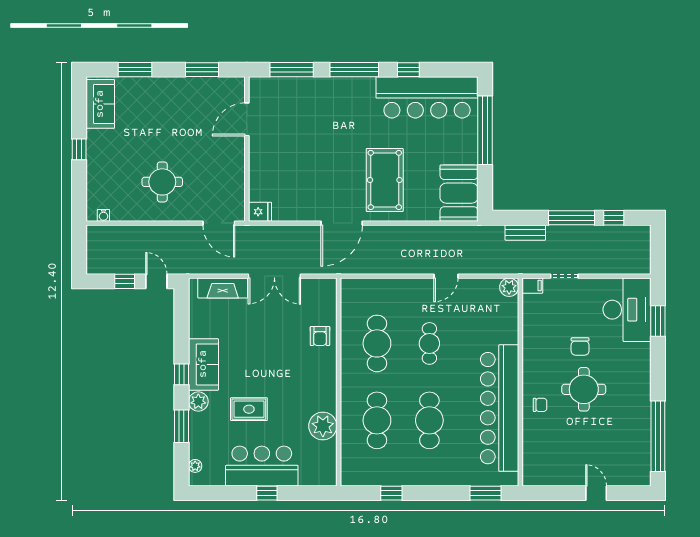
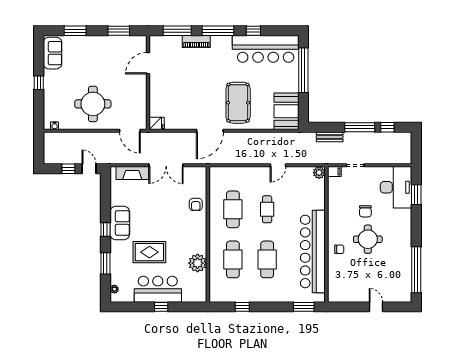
piano: (321, 86) -> (196, 41), added
round table: (162, 182) -> (93, 104), width x1.36, depth x1.36
plant: (198, 401) -> (116, 247), removed
rug: (249, 409) -> (149, 252), width x1.36, depth x1.43

